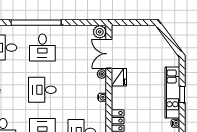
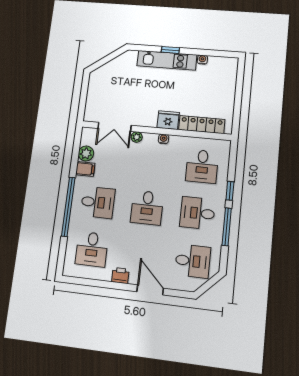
plant: (100, 32) -> (86, 153), moved
filing cabinet: (70, 33) -> (85, 169), added
fridge: (119, 77) -> (168, 120), moved

